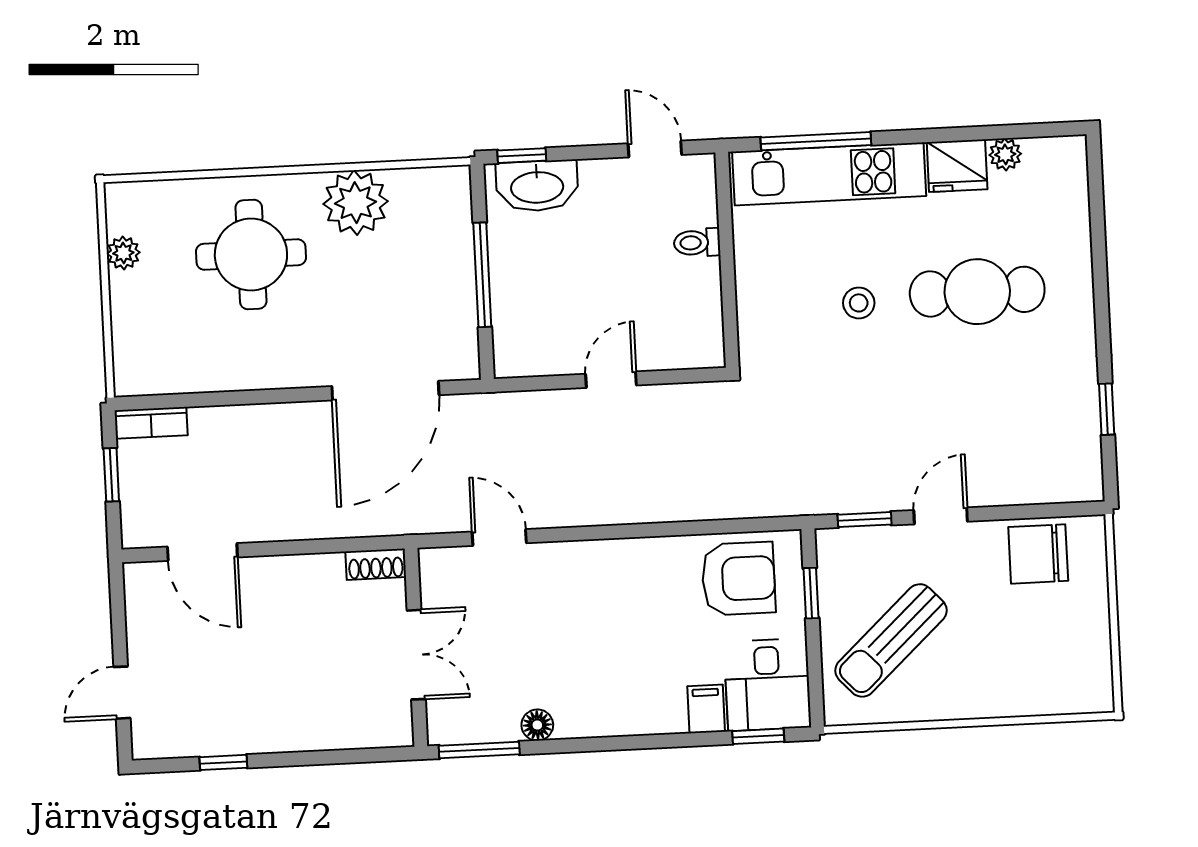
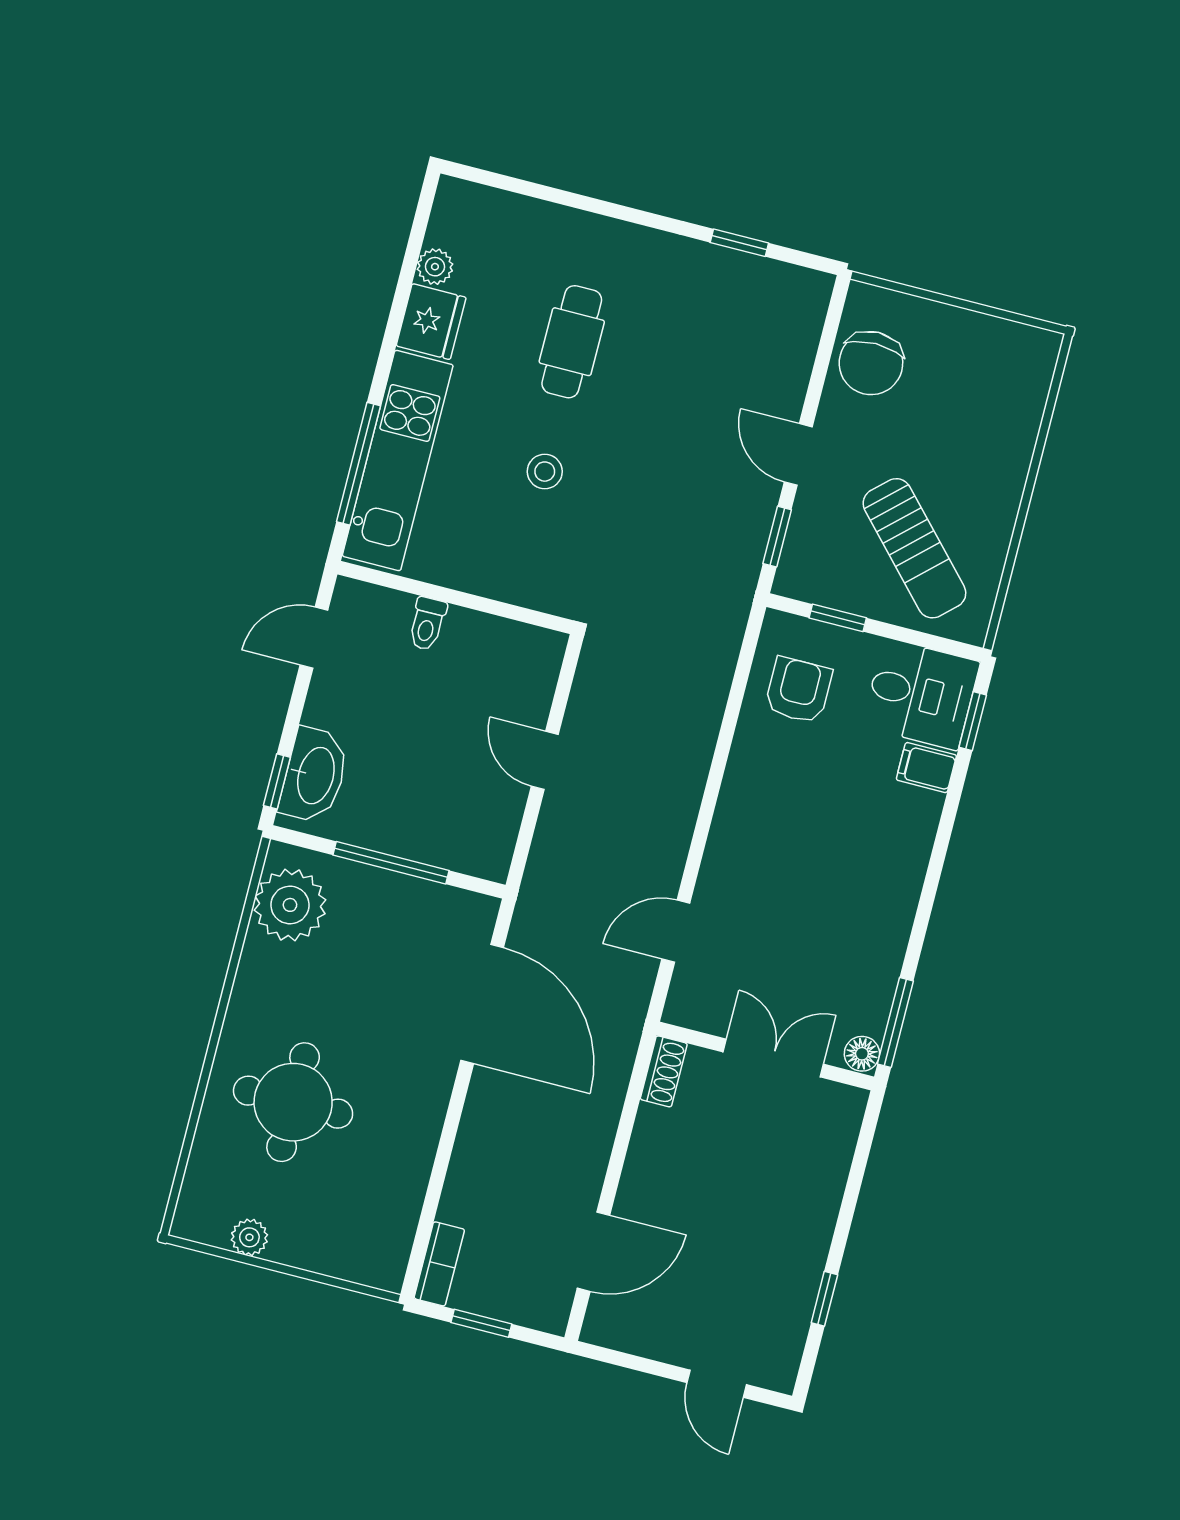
plant: (356, 203) -> (290, 905), moved
cafe table: (977, 292) -> (572, 342), width x0.73, depth x0.74
armchair: (738, 579) -> (798, 690), width x0.72, depth x0.72
floor lamp: (537, 725) -> (862, 1054), moved

